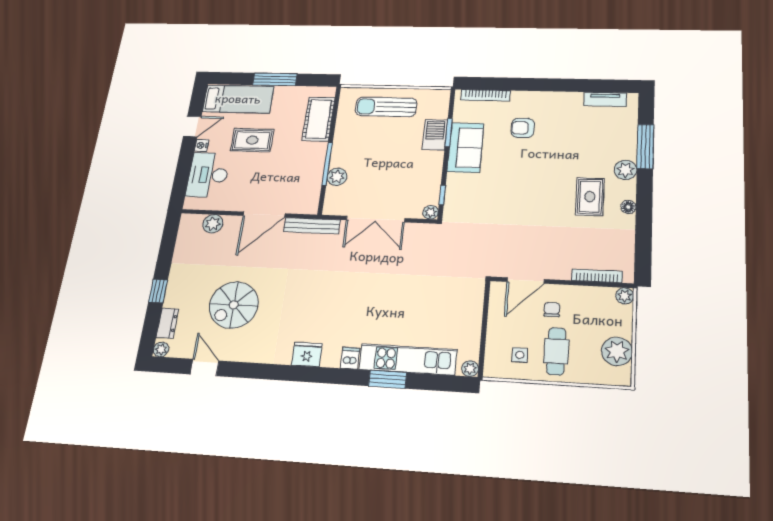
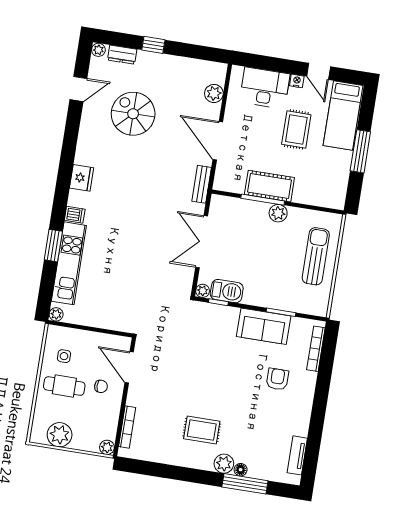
cot: (319, 119) -> (269, 186), moved
barbecue: (435, 135) -> (227, 291), moved
plant: (337, 177) -> (278, 213), moved
floor lamp: (628, 207) -> (241, 470), moved
bench: (312, 226) -> (202, 184), width x0.73

